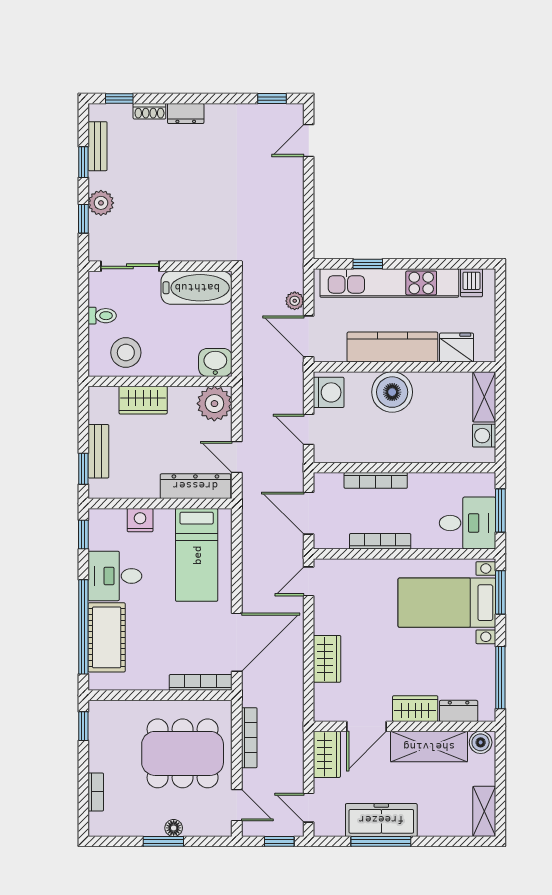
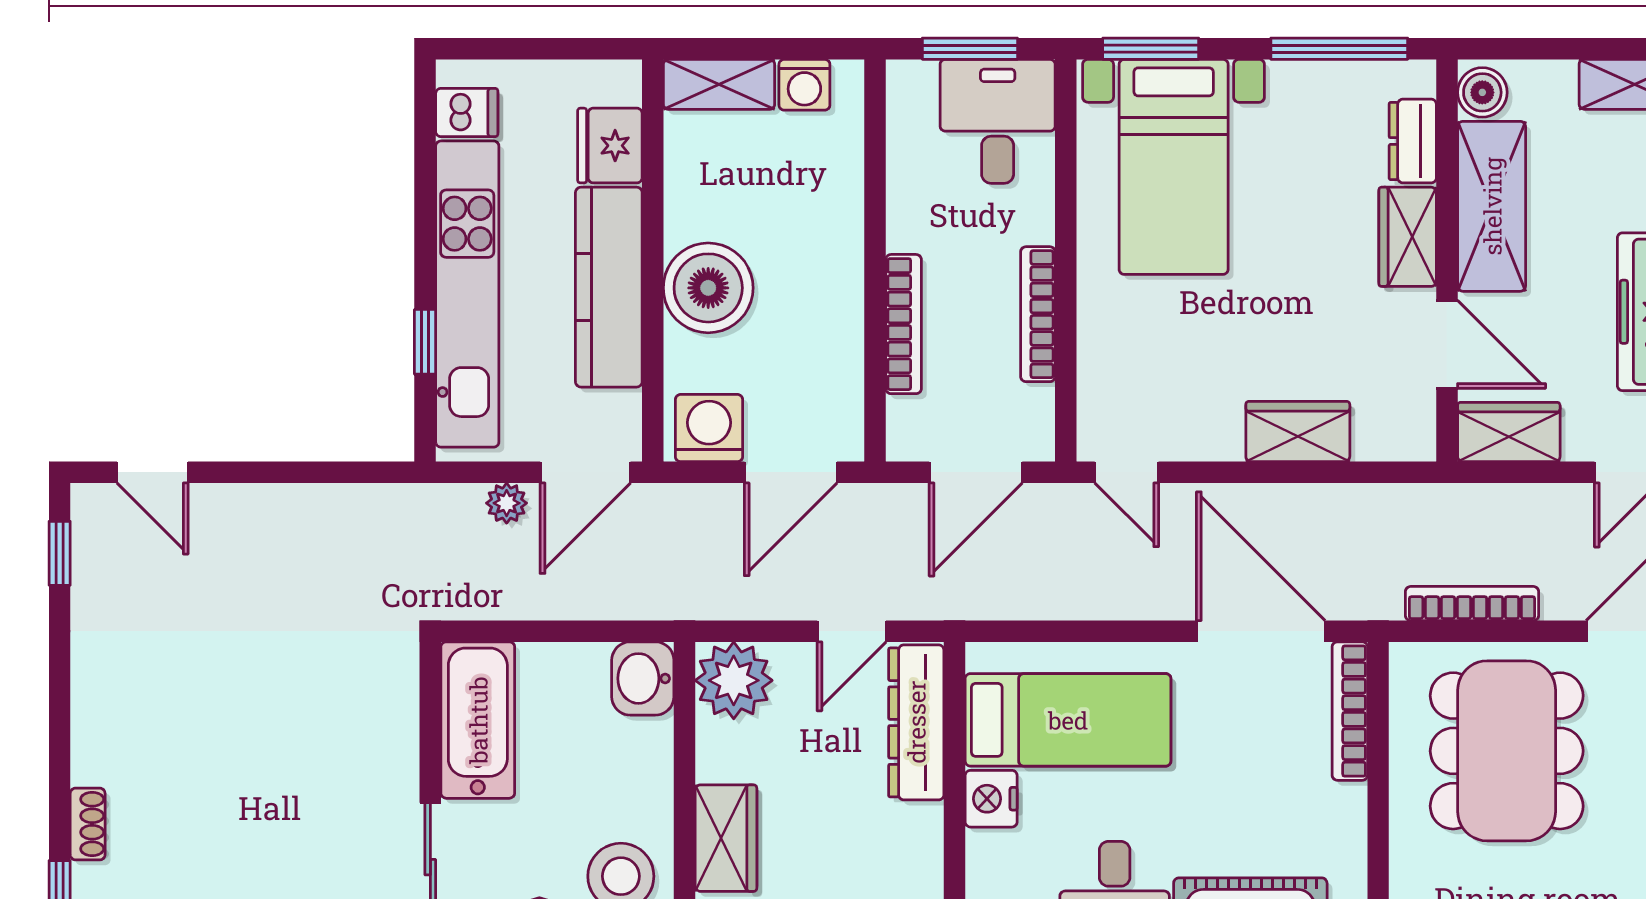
dresser: (186, 113) -> (93, 744), removed
door: (309, 429) -> (791, 472), width x1.38
nightstand: (140, 520) -> (991, 799), moved

